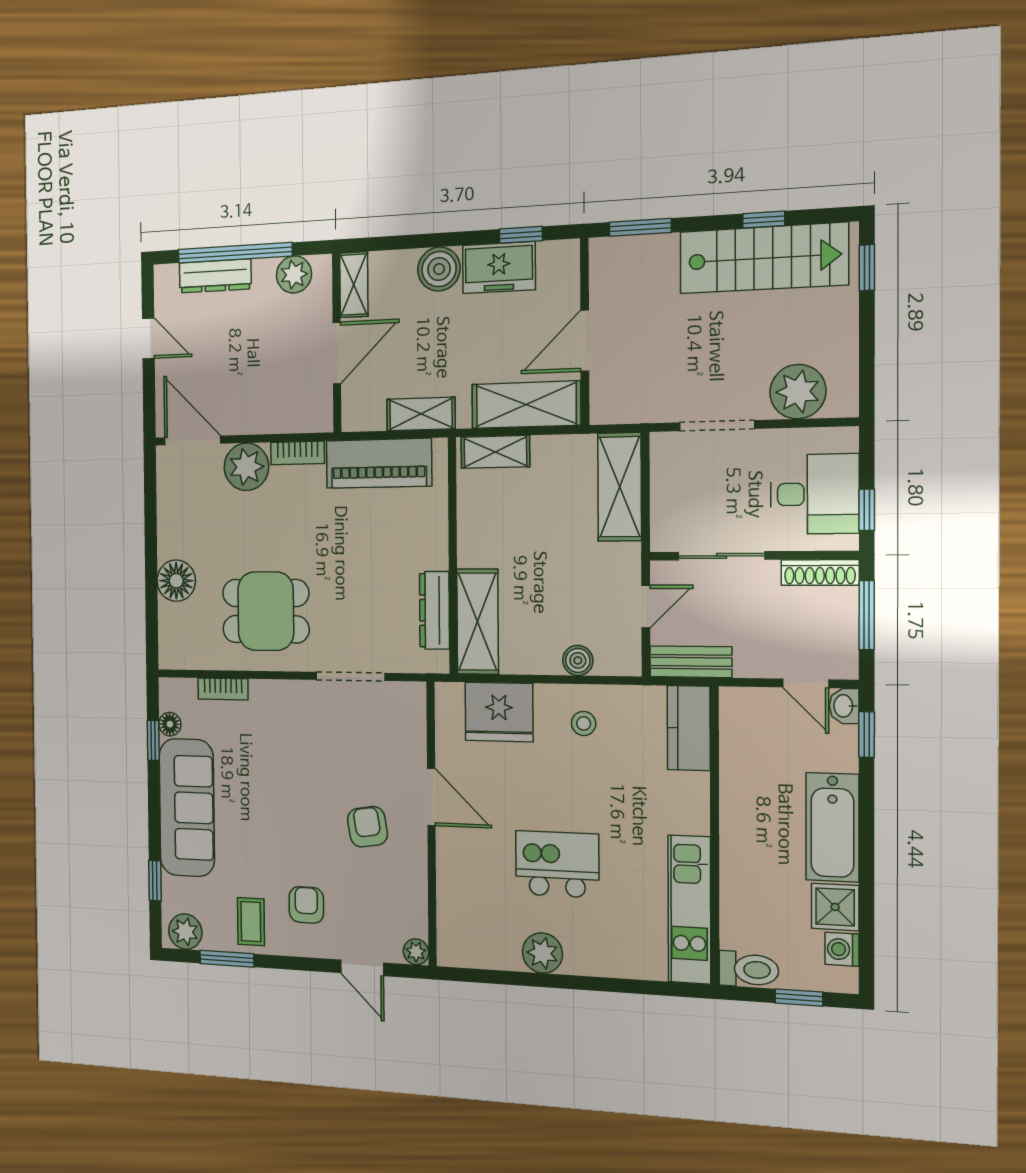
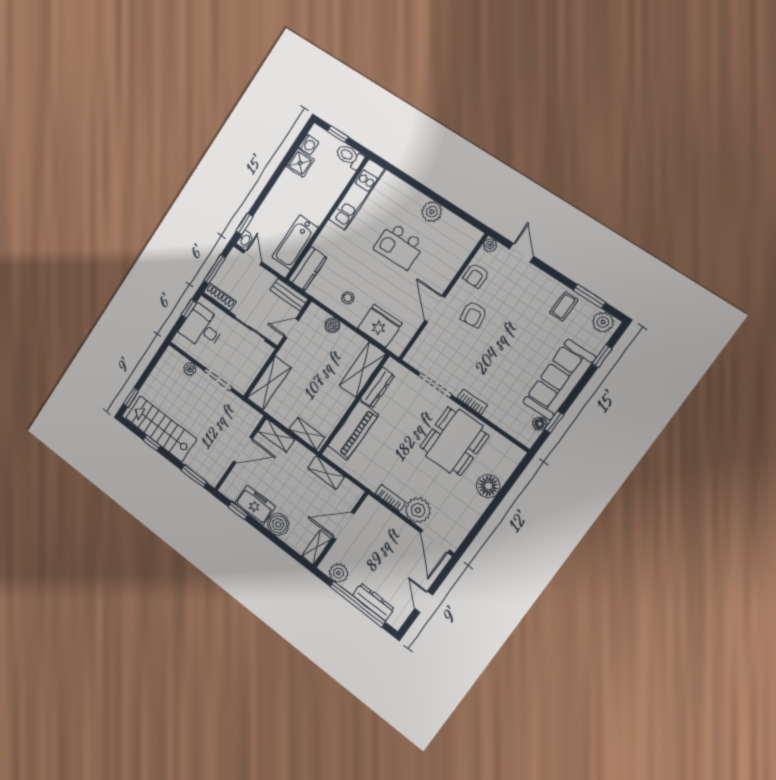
plant: (798, 392) -> (190, 369), width x0.53, depth x0.53
shelving: (526, 405) -> (276, 435), width x0.67, depth x0.75
piano: (379, 463) -> (353, 430), moved, turned 90
dining table: (266, 611) -> (454, 441), width x1.38
bookcase: (223, 689) -> (472, 402), moved
bathtub: (832, 827) -> (295, 242), moved, turned 180
armchair: (306, 905) -> (476, 276), moved

